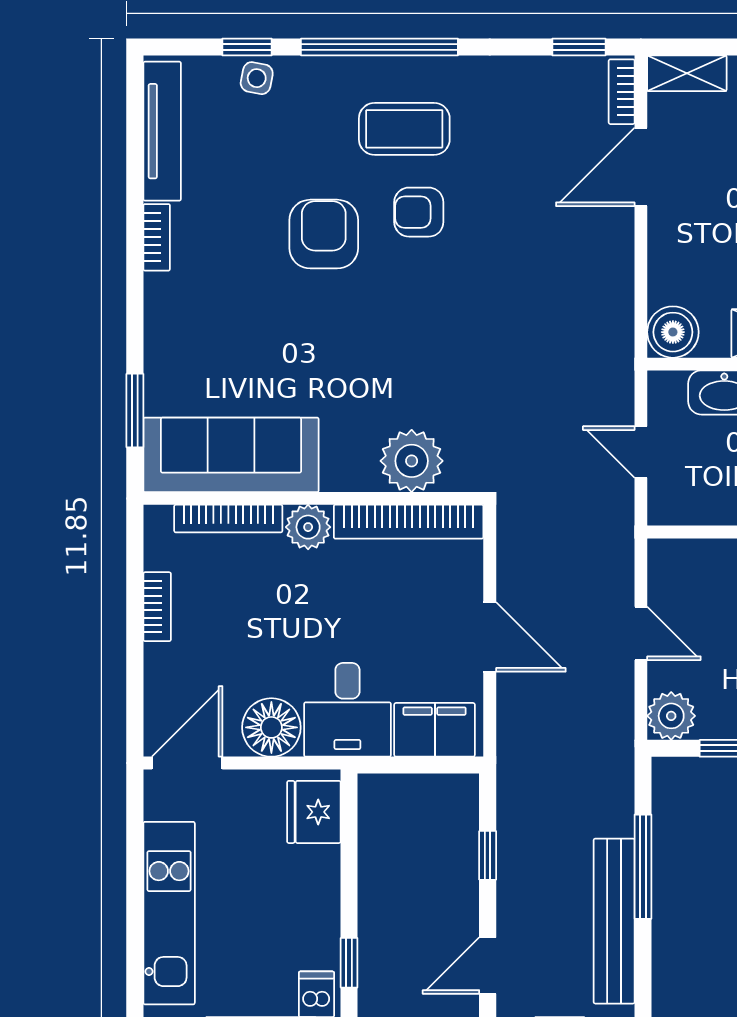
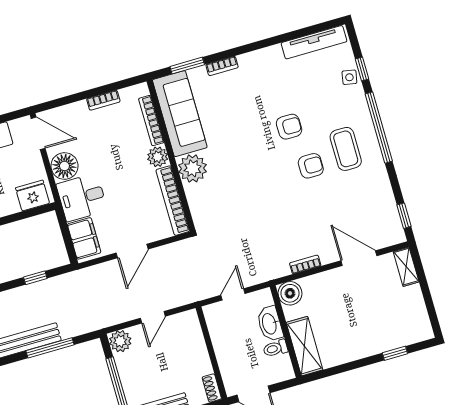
bookcase: (622, 92) -> (305, 264), moved
armchair: (419, 212) -> (311, 166), turned 90
armchair: (324, 234) -> (289, 127), width x0.72, depth x0.72
bookcase: (157, 237) -> (222, 66), moved
plant: (412, 461) -> (193, 168), moved

